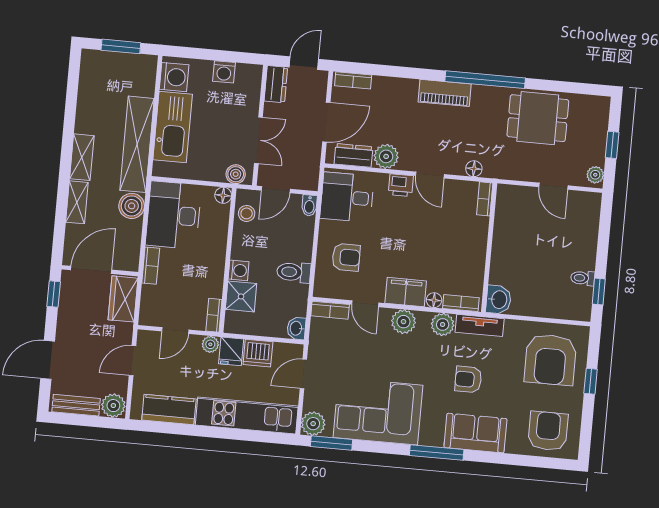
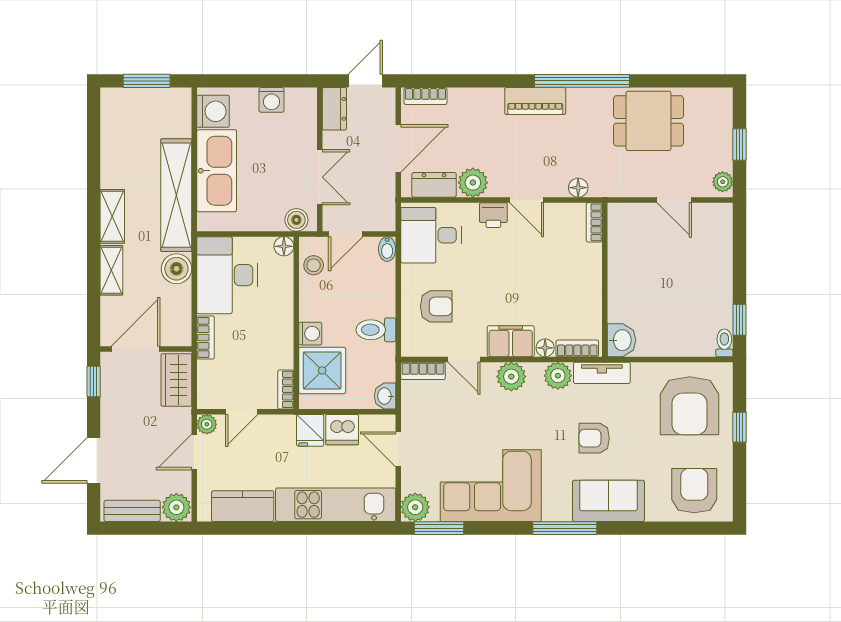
toilet: (583, 278) -> (724, 343), moved, turned 90
shower: (241, 296) -> (322, 370), width x1.36, depth x1.36
plant: (210, 344) -> (207, 424), moved
door: (303, 374) -> (398, 449), hinge flipped

